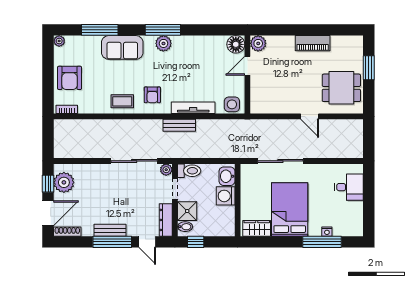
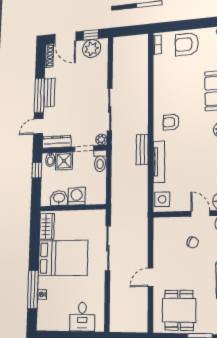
chair: (276, 74) -> (193, 242), added
coffee table: (122, 101) -> (165, 95), removed
washbasin: (227, 176) -> (59, 198), moved

